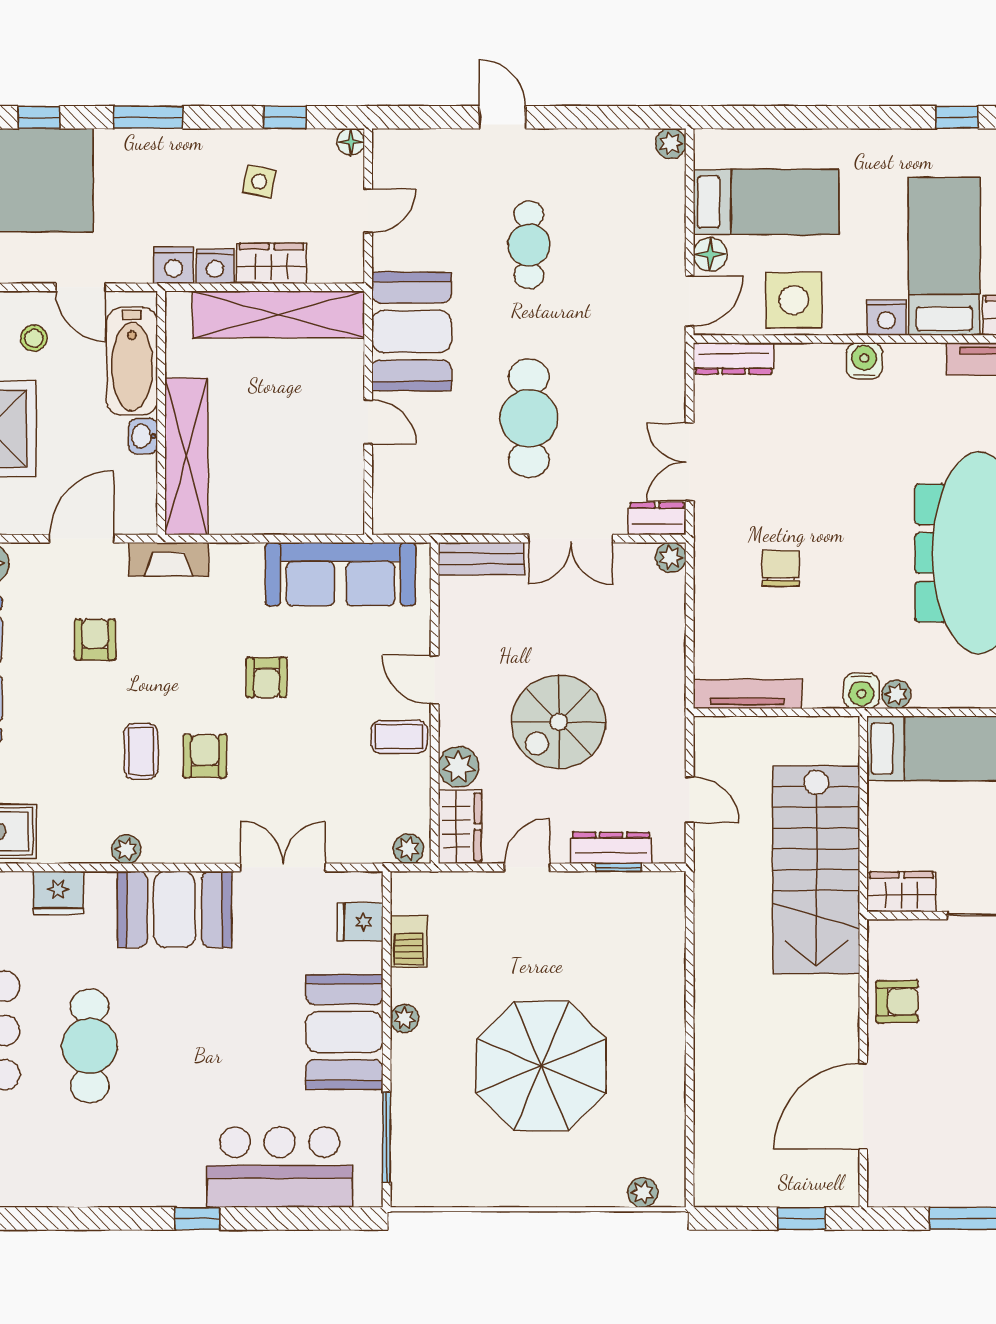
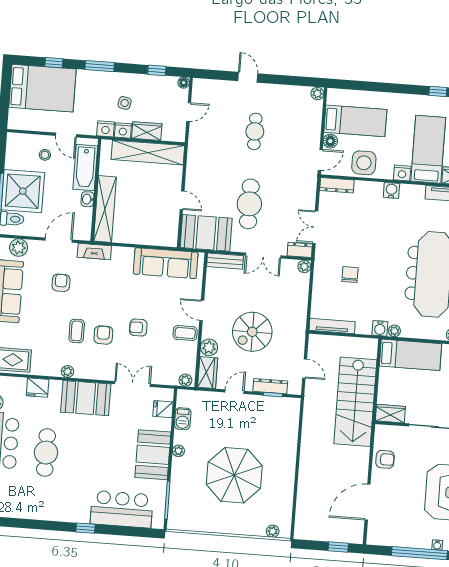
side table: (259, 182) -> (125, 103), moved
booth: (412, 331) -> (206, 233), moved, turned 90
armchair: (267, 678) -> (138, 328), moved, turned 90

